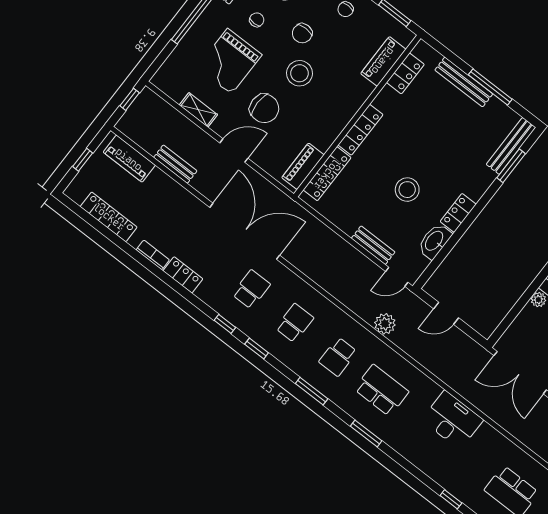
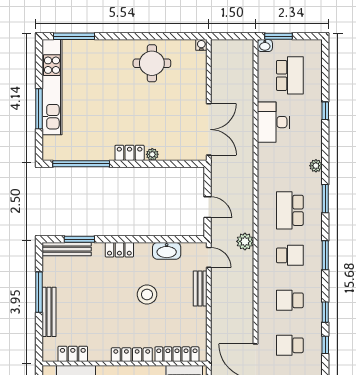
locker: (458, 213) -> (119, 250), moved
desk: (452, 420) -> (273, 122), moved
plant: (405, 449) -> (316, 166), added

